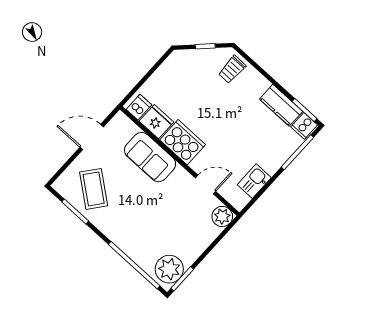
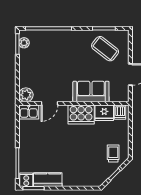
trolley: (232, 69) -> (113, 153), moved
kitchen sink: (254, 181) -> (29, 112), moved, turned 90
plant: (169, 269) -> (24, 43), width x0.53, depth x0.53

